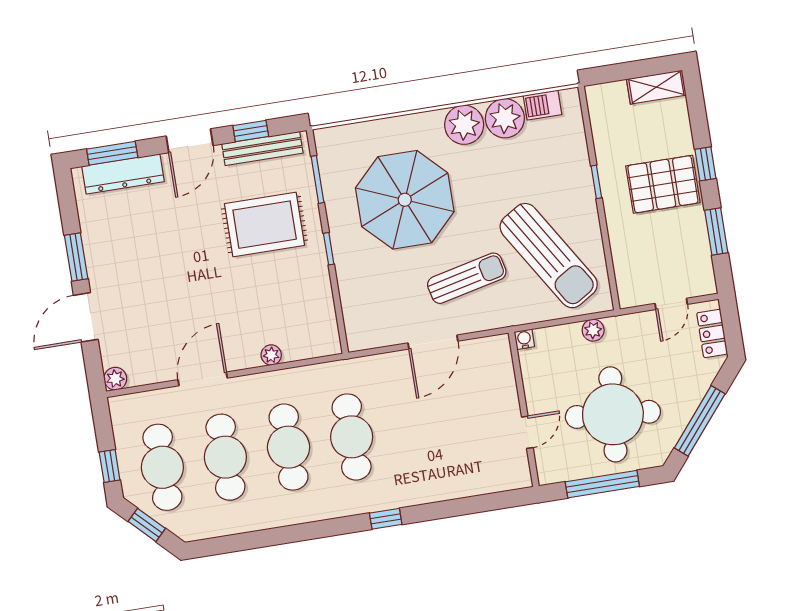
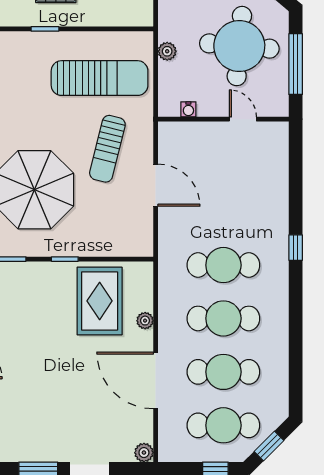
rug: (265, 225) -> (100, 301), moved
sun lounger: (549, 256) -> (100, 78), turned 32
sun lounger: (467, 278) -> (107, 149), turned -153
water cooler: (524, 339) -> (188, 109), moved, turned -90
door: (203, 379) -> (156, 380), width x1.36

